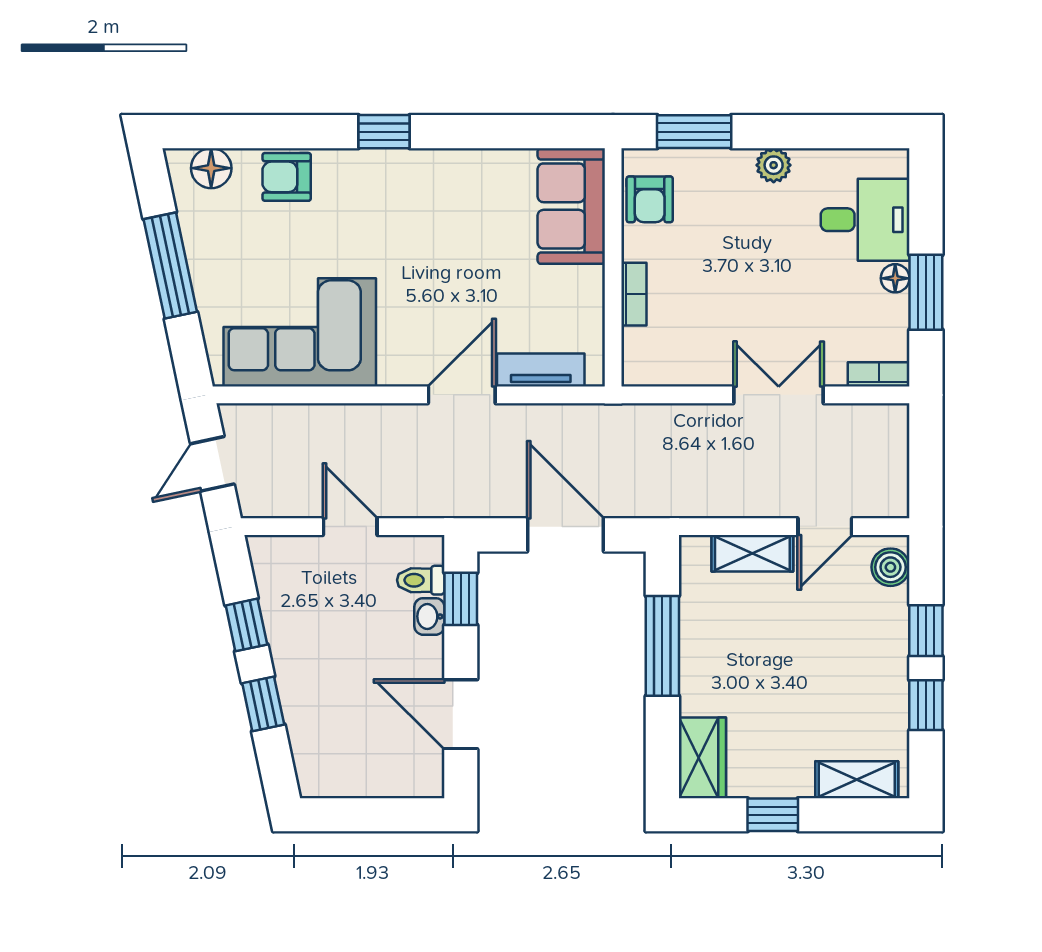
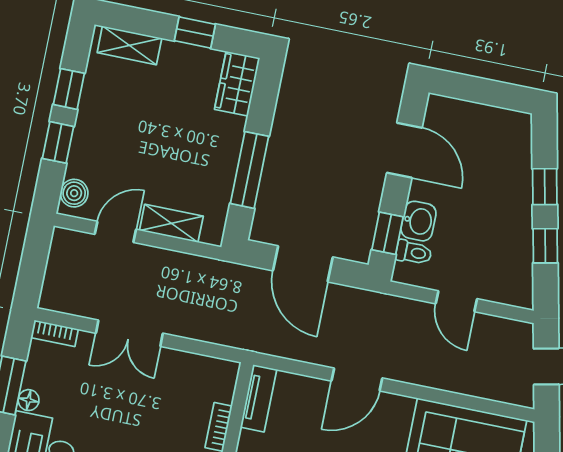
tv unit: (541, 370) -> (259, 398), moved, turned -90
washbasin: (429, 616) -> (418, 221), width x1.38, depth x1.45

